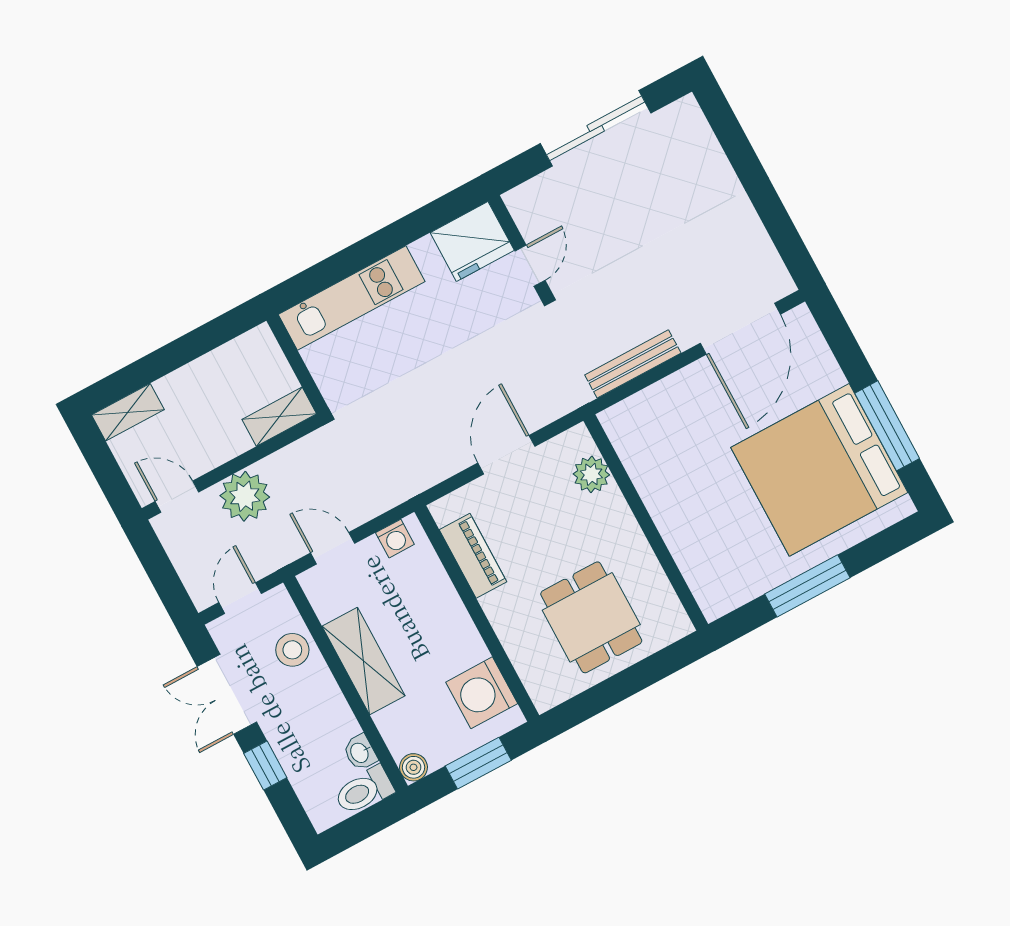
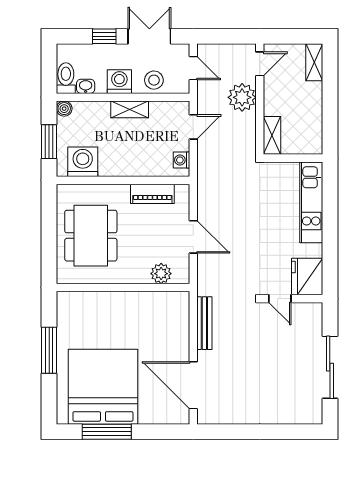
dining table: (591, 617) -> (91, 236), width x1.37
shelving: (364, 661) -> (130, 109), width x0.67, depth x0.75
washing machine: (324, 703) -> (119, 82), added

